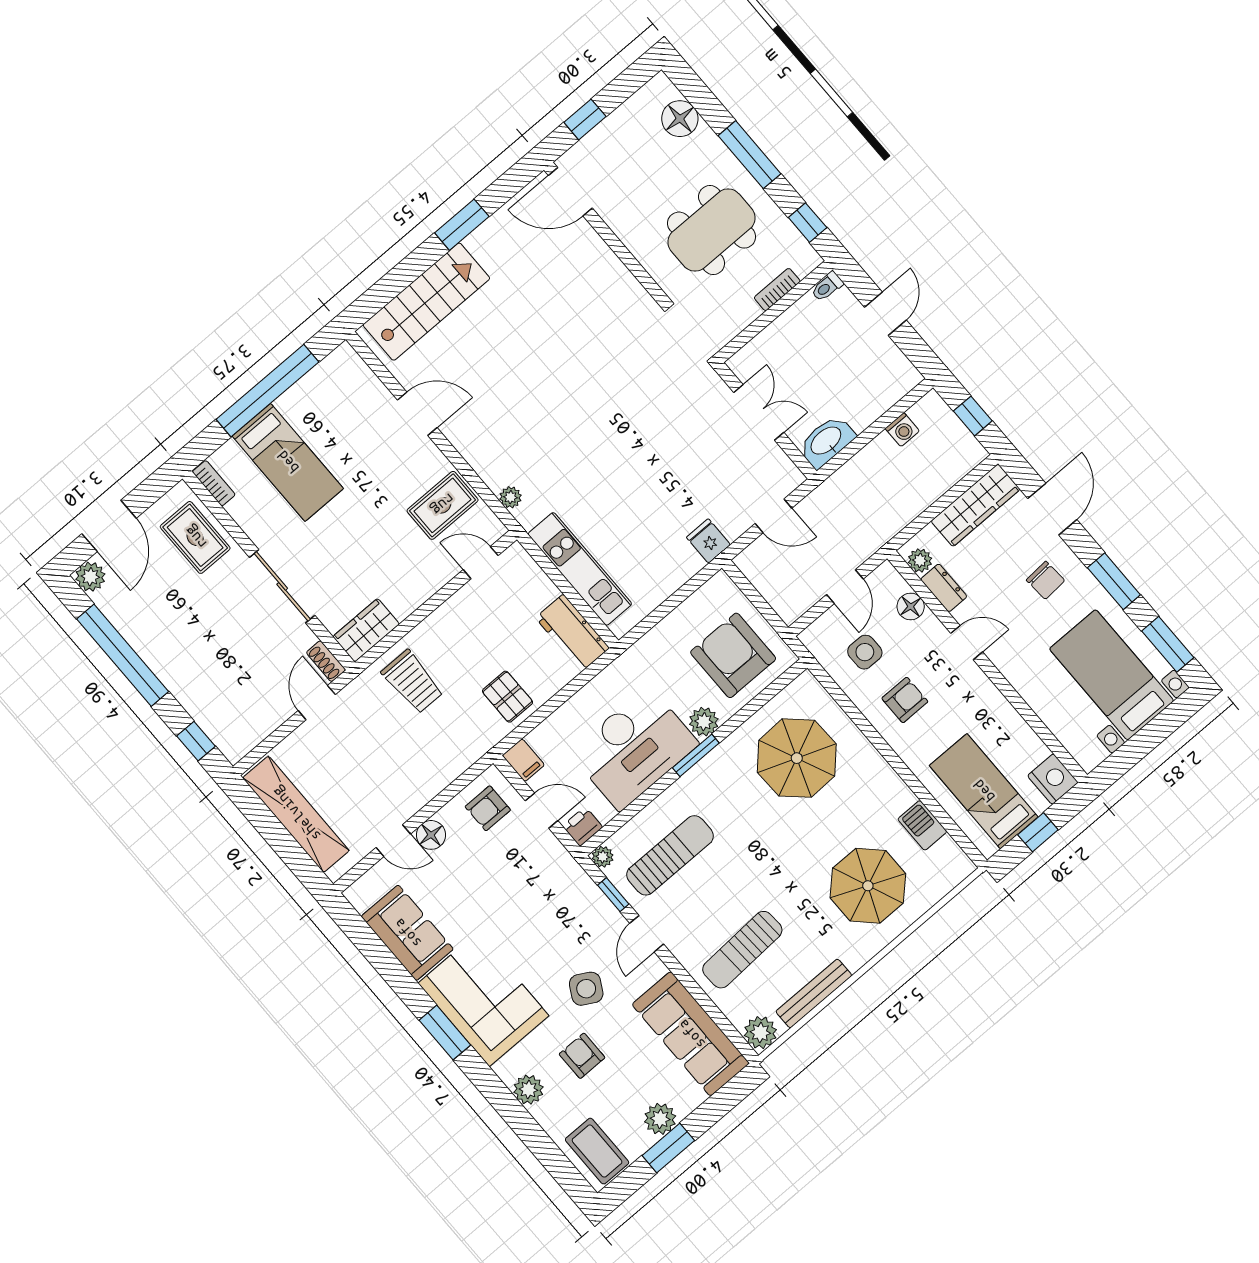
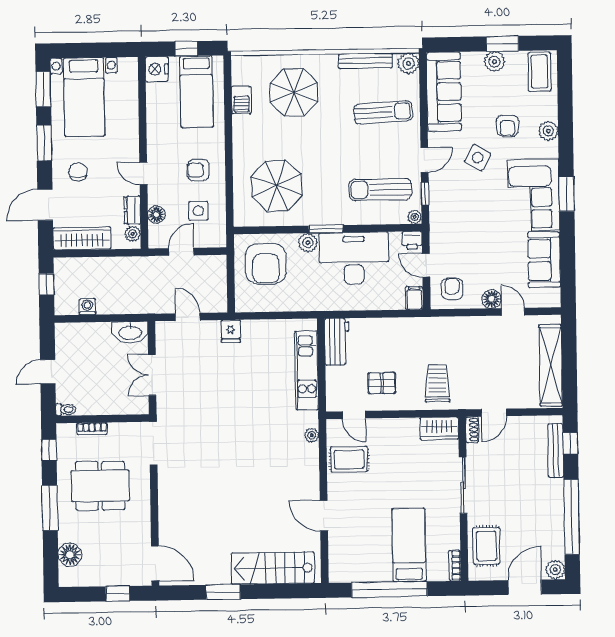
pallet: (507, 697) -> (382, 383), moved, turned 90
bench: (207, 718) -> (556, 450), added
armchair: (488, 808) -> (452, 289), turned -90

